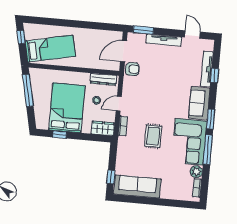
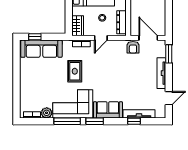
door: (119, 104) -> (101, 38), swing flipped
rug: (153, 136) -> (75, 71), turned 90
sofa: (137, 187) -> (41, 49), moved, turned 90

